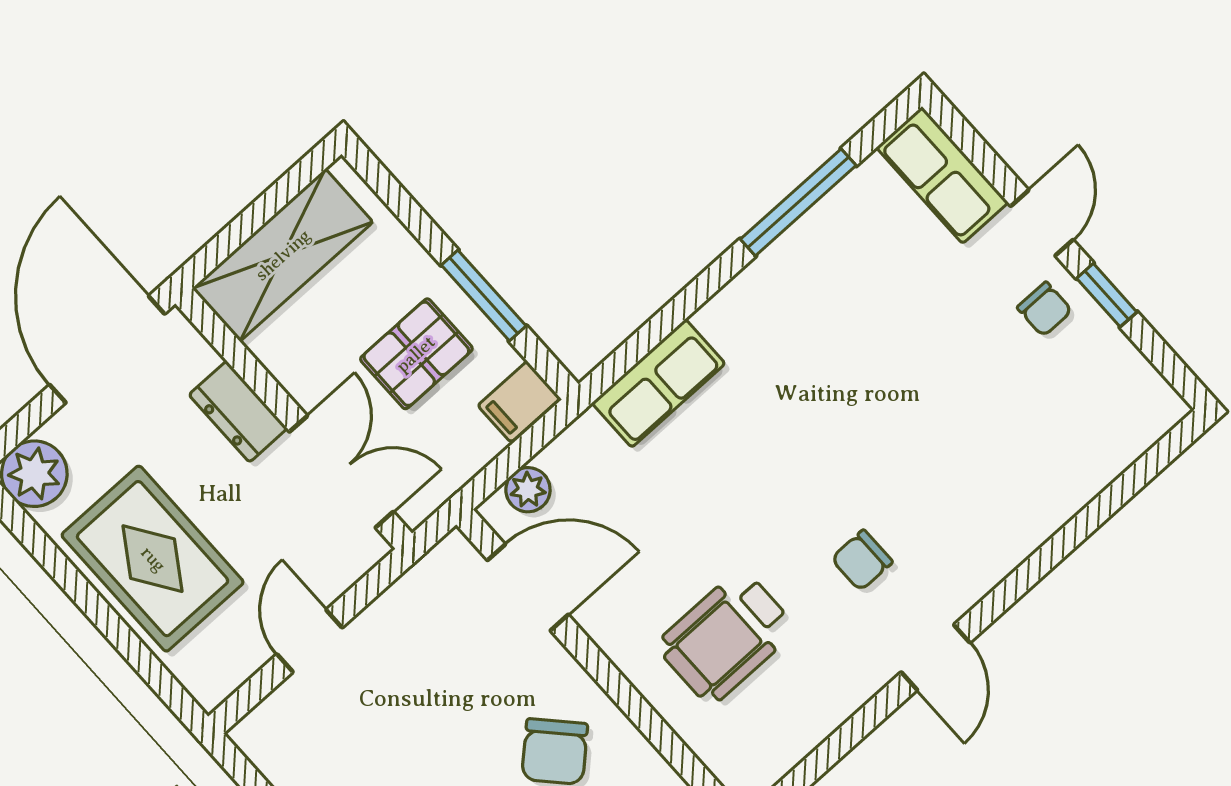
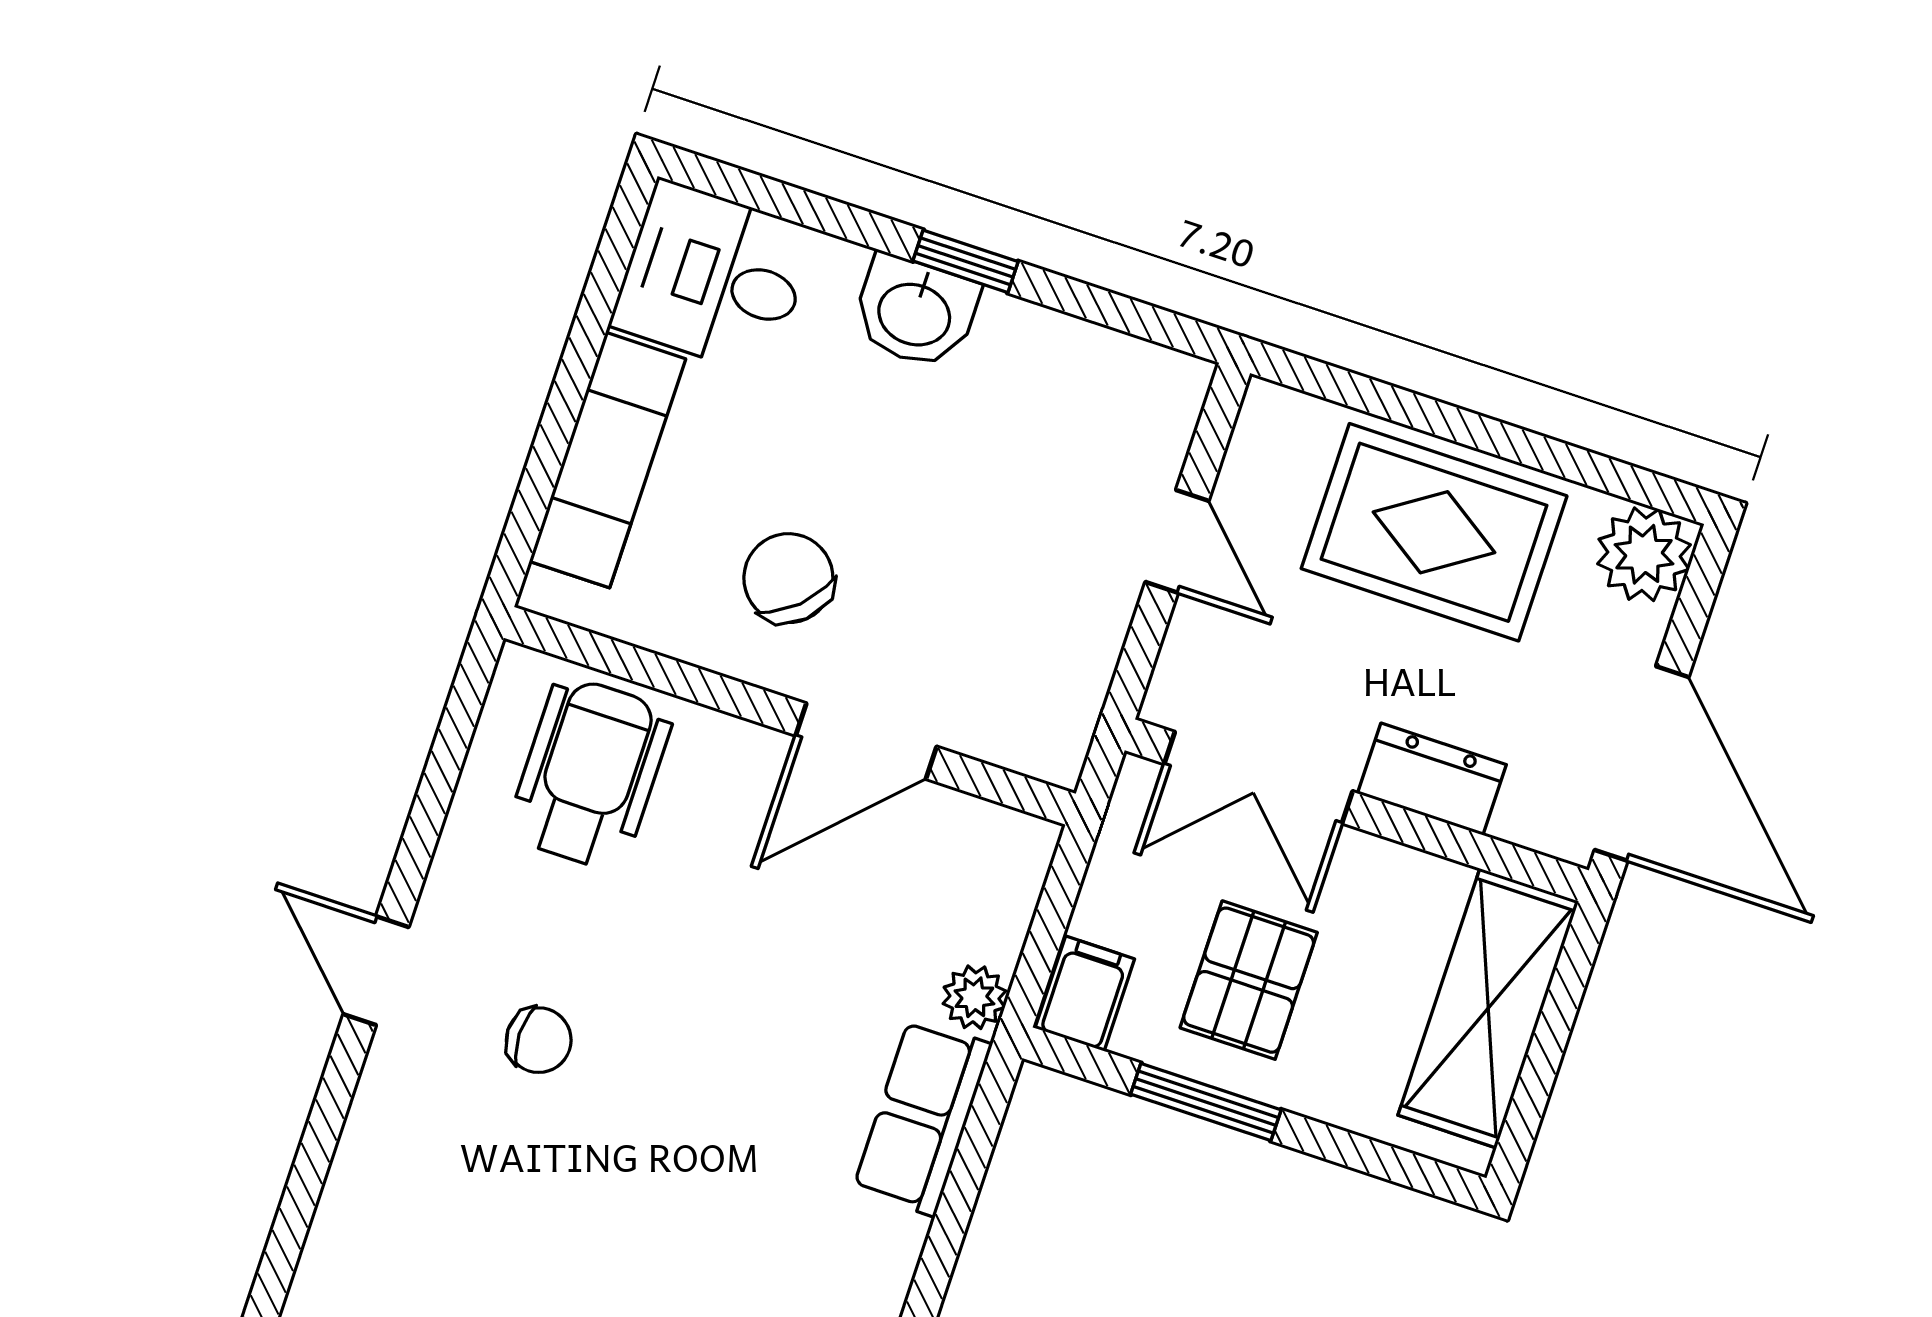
plant: (528, 490) -> (974, 997), moved
chair: (862, 560) -> (539, 1040), turned 90
door: (528, 587) -> (866, 741), moved
wheelchair: (726, 637) -> (590, 774), moved

